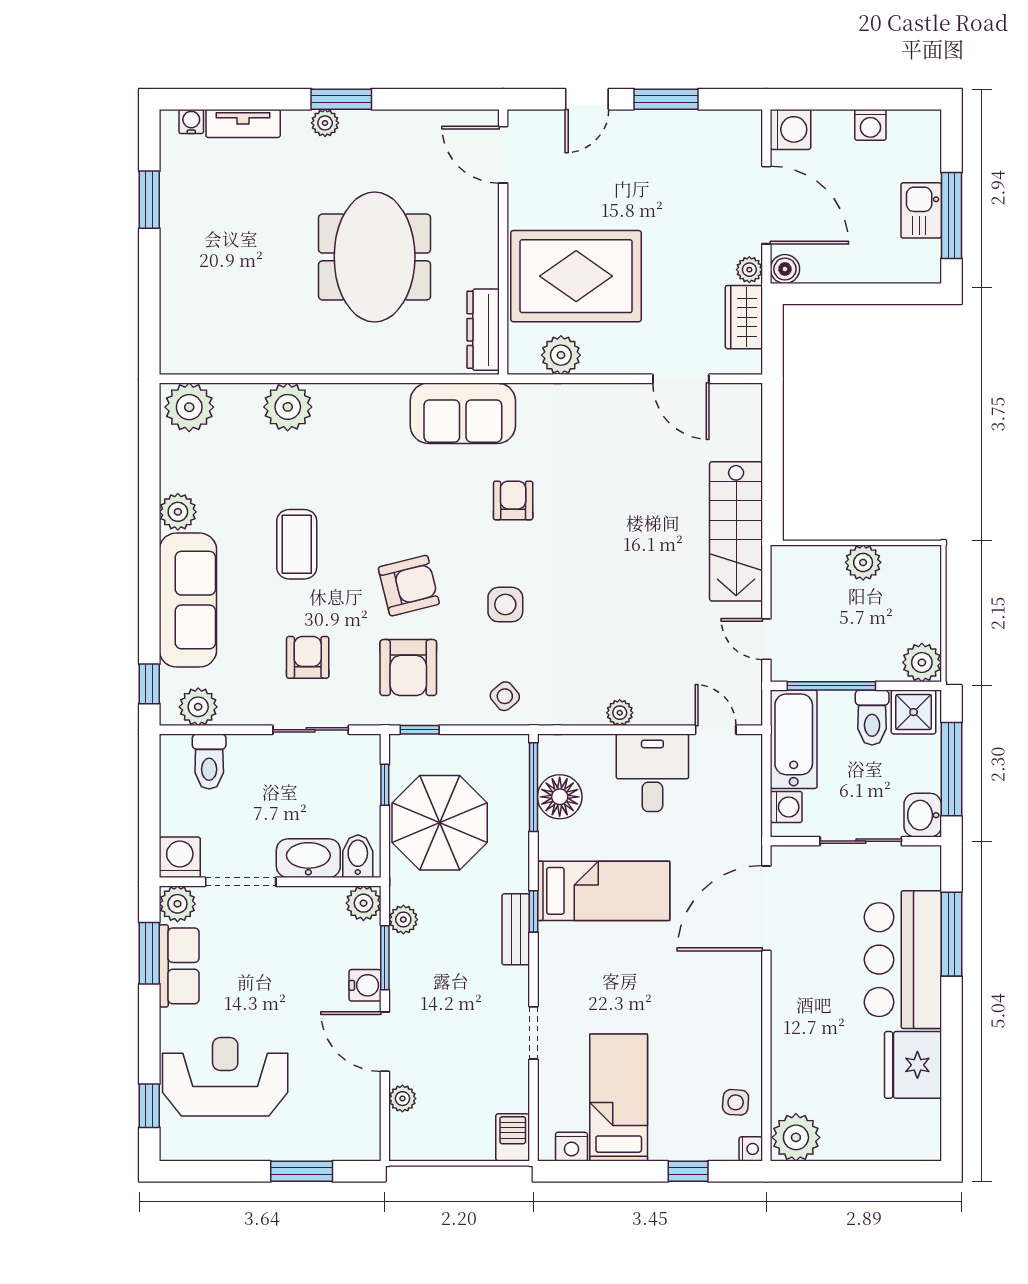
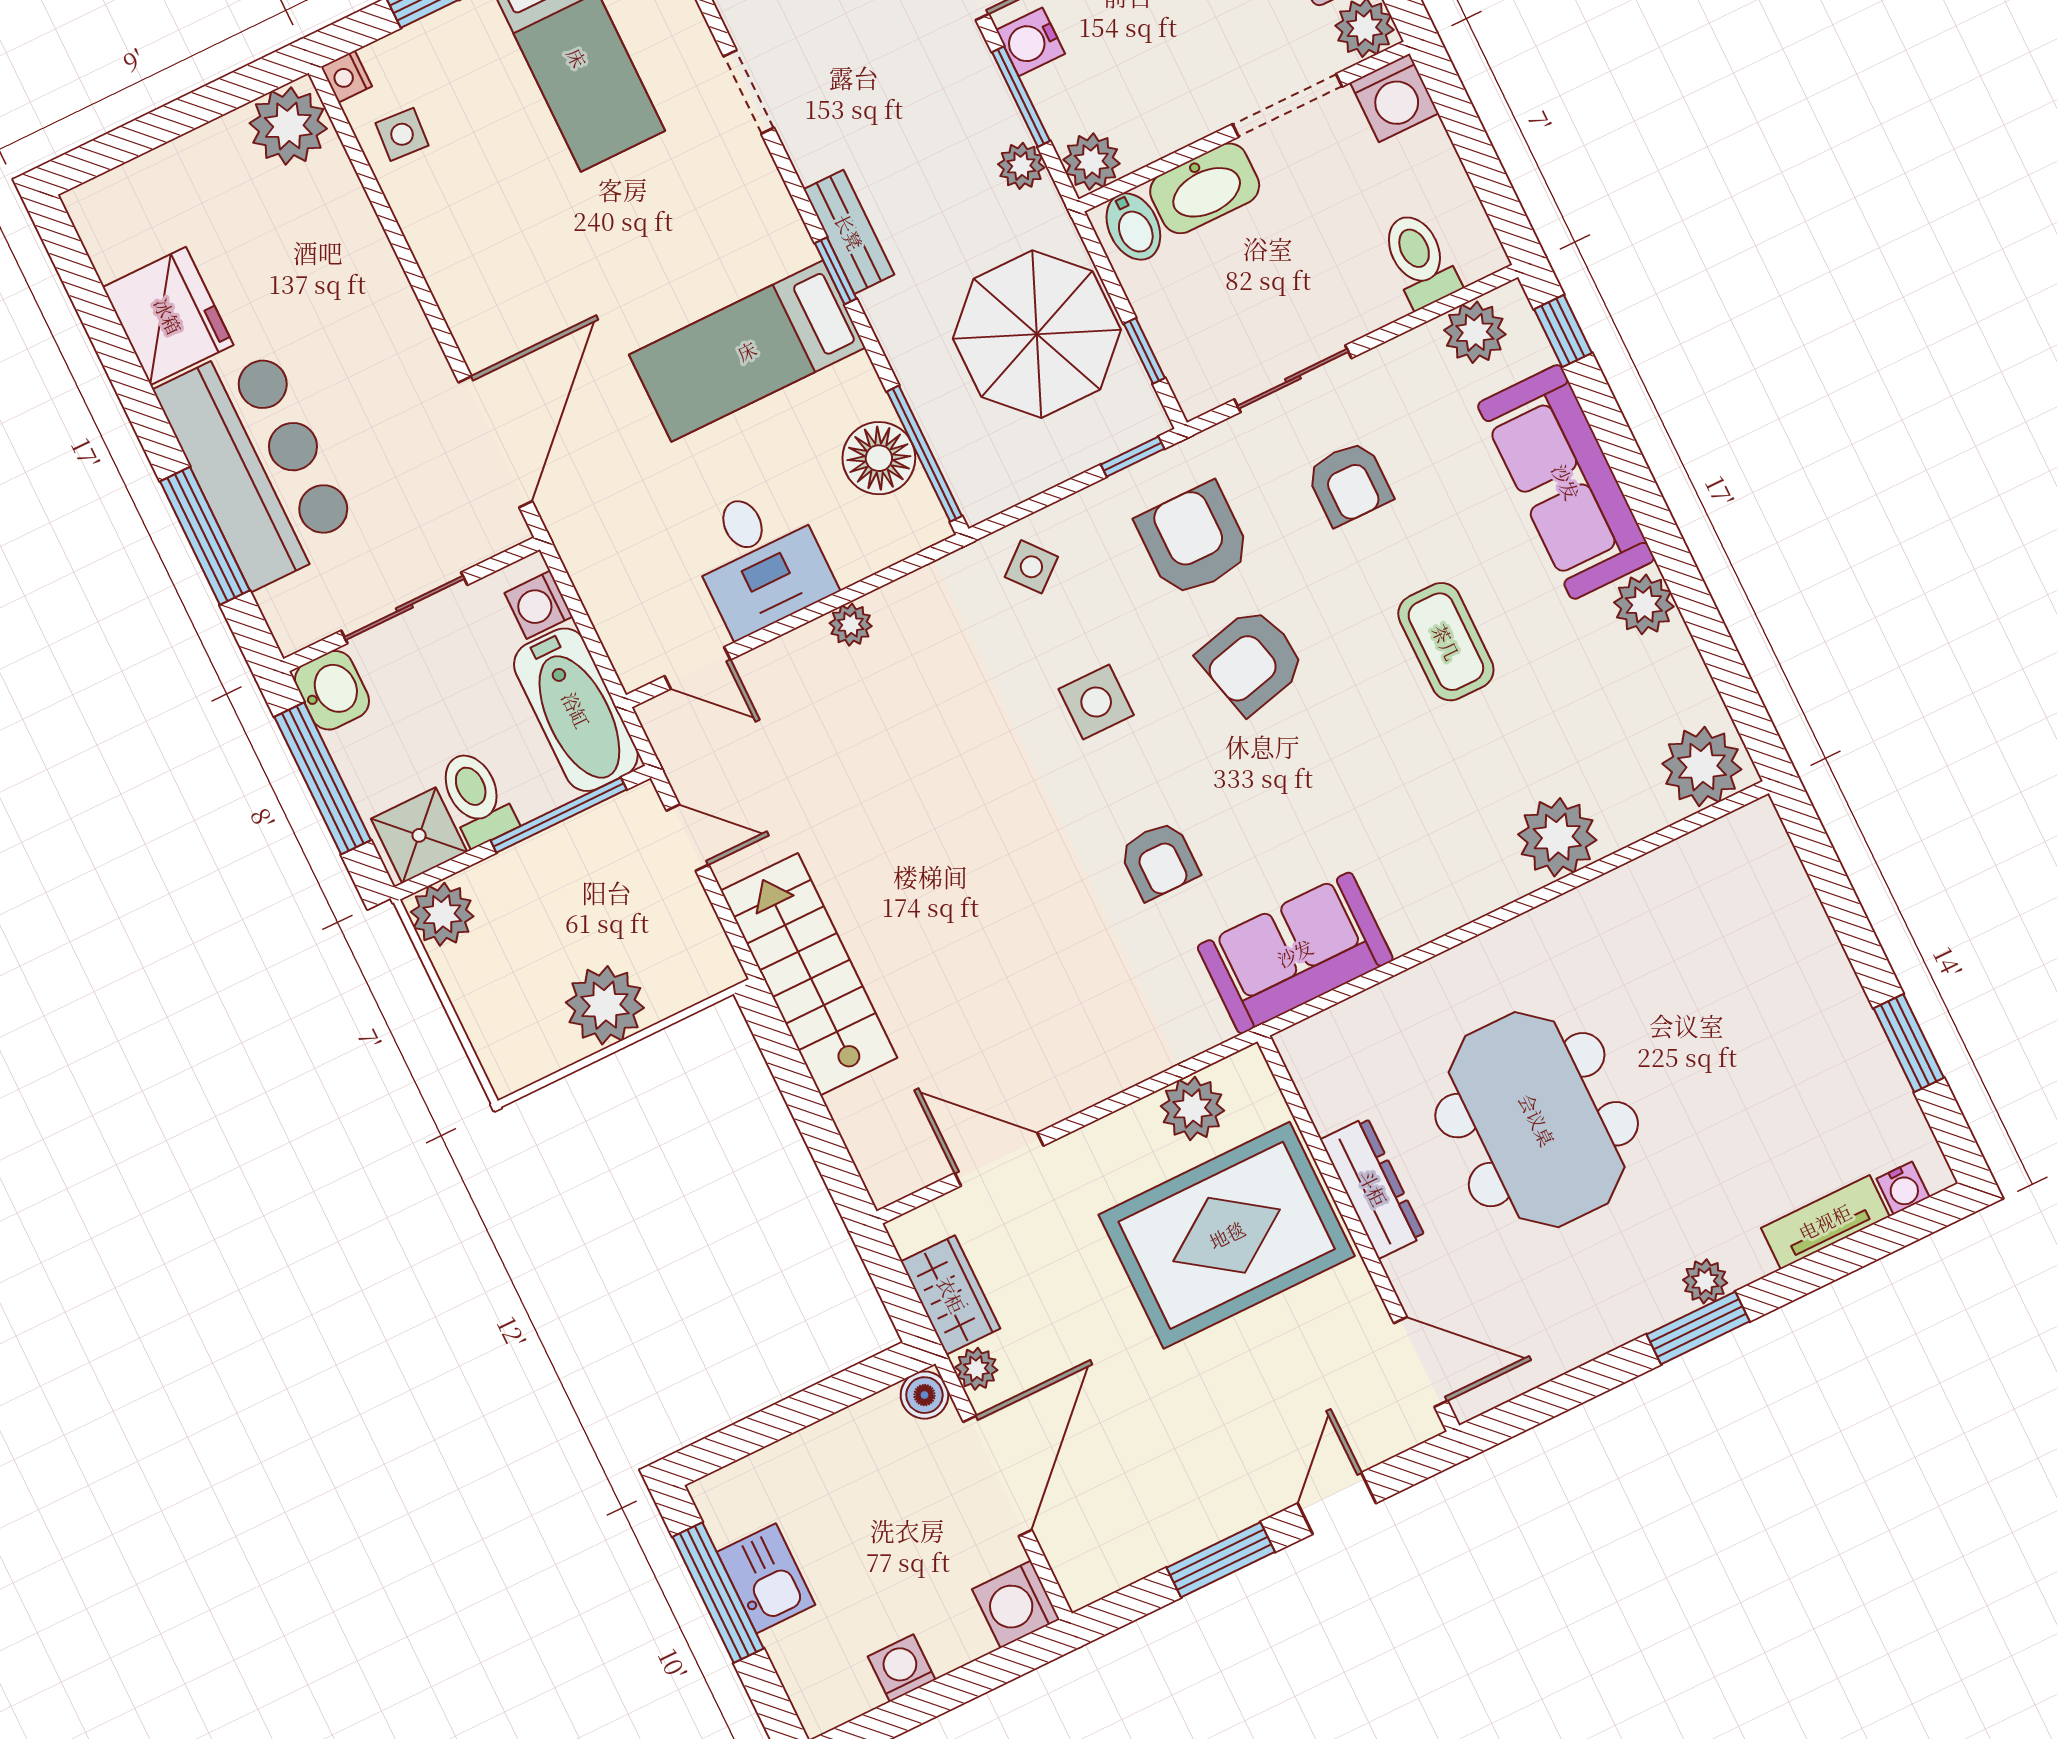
door: (766, 205) -> (997, 1476), swing flipped
dresser: (483, 330) -> (1373, 1188), moved
plant: (863, 562) -> (605, 1005), width x1.36, depth x1.36

